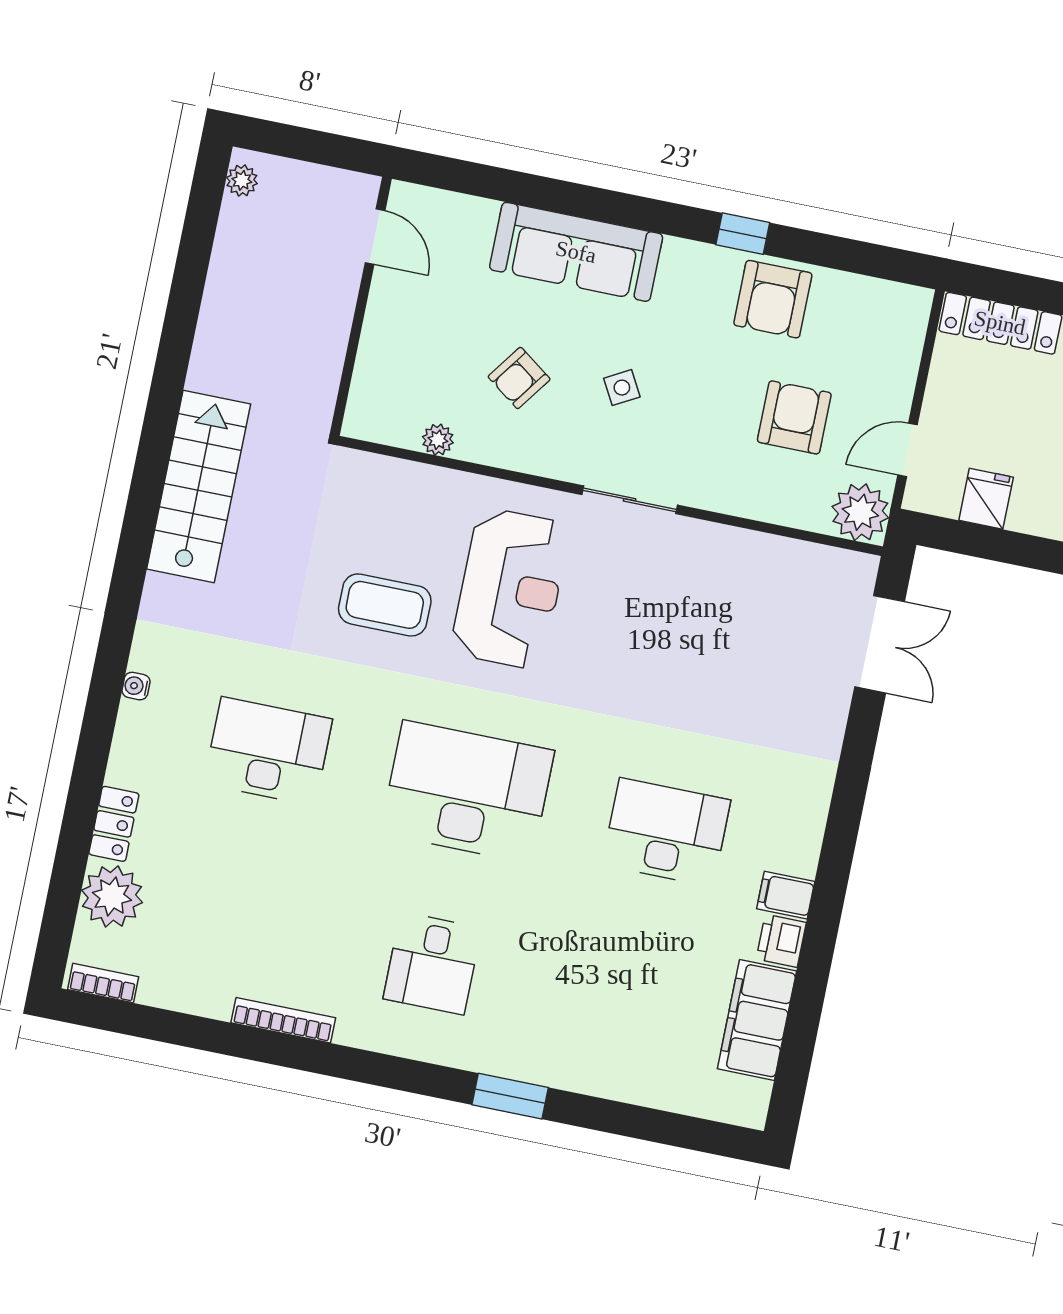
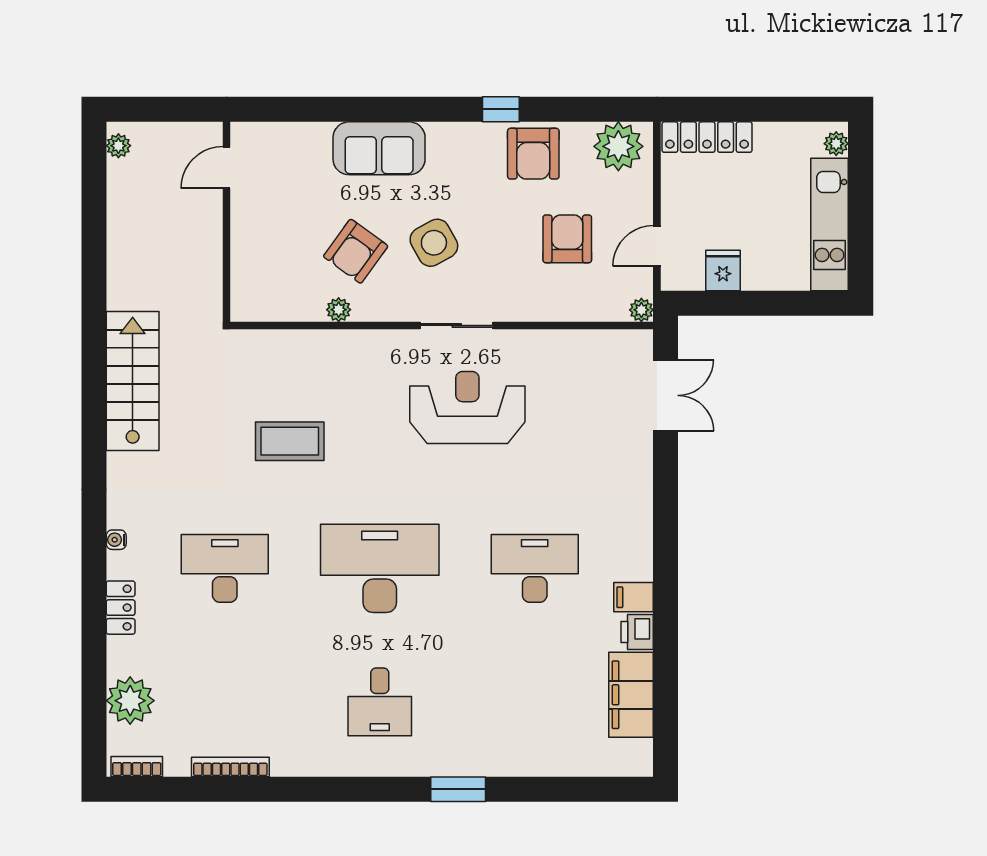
door: (375, 237) -> (226, 167), swing flipped
sofa: (576, 252) -> (379, 148), width x0.73
plant: (884, 312) -> (618, 146), added
armchair: (519, 378) -> (356, 251), width x1.38, depth x1.38
side table: (622, 388) -> (434, 243), width x1.87, depth x1.87
plant: (438, 440) -> (339, 310), moved
plant: (860, 512) -> (641, 310), width x0.53, depth x0.53
reception desk: (510, 588) -> (467, 408), moved, turned -90
locker: (114, 824) -> (121, 608), moved
bookcase: (283, 1020) -> (230, 767), moved

